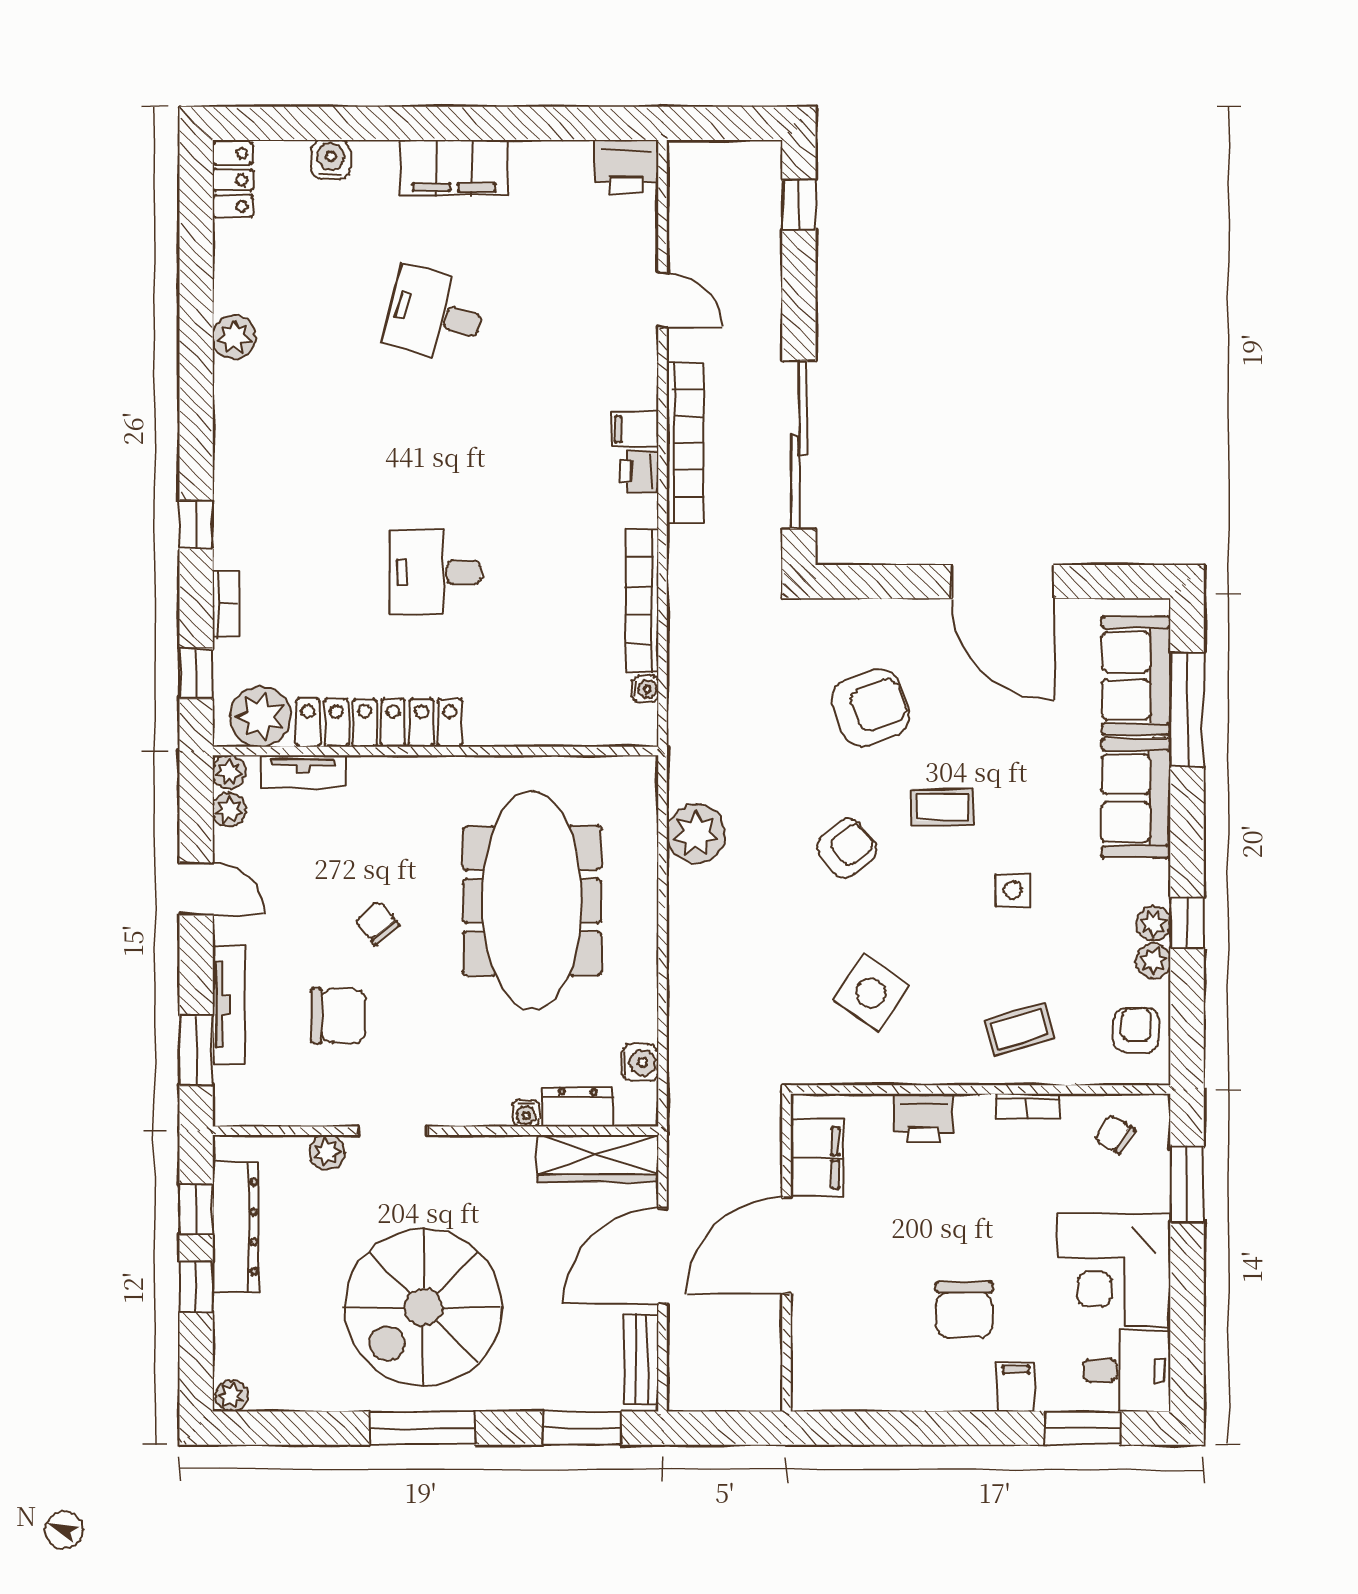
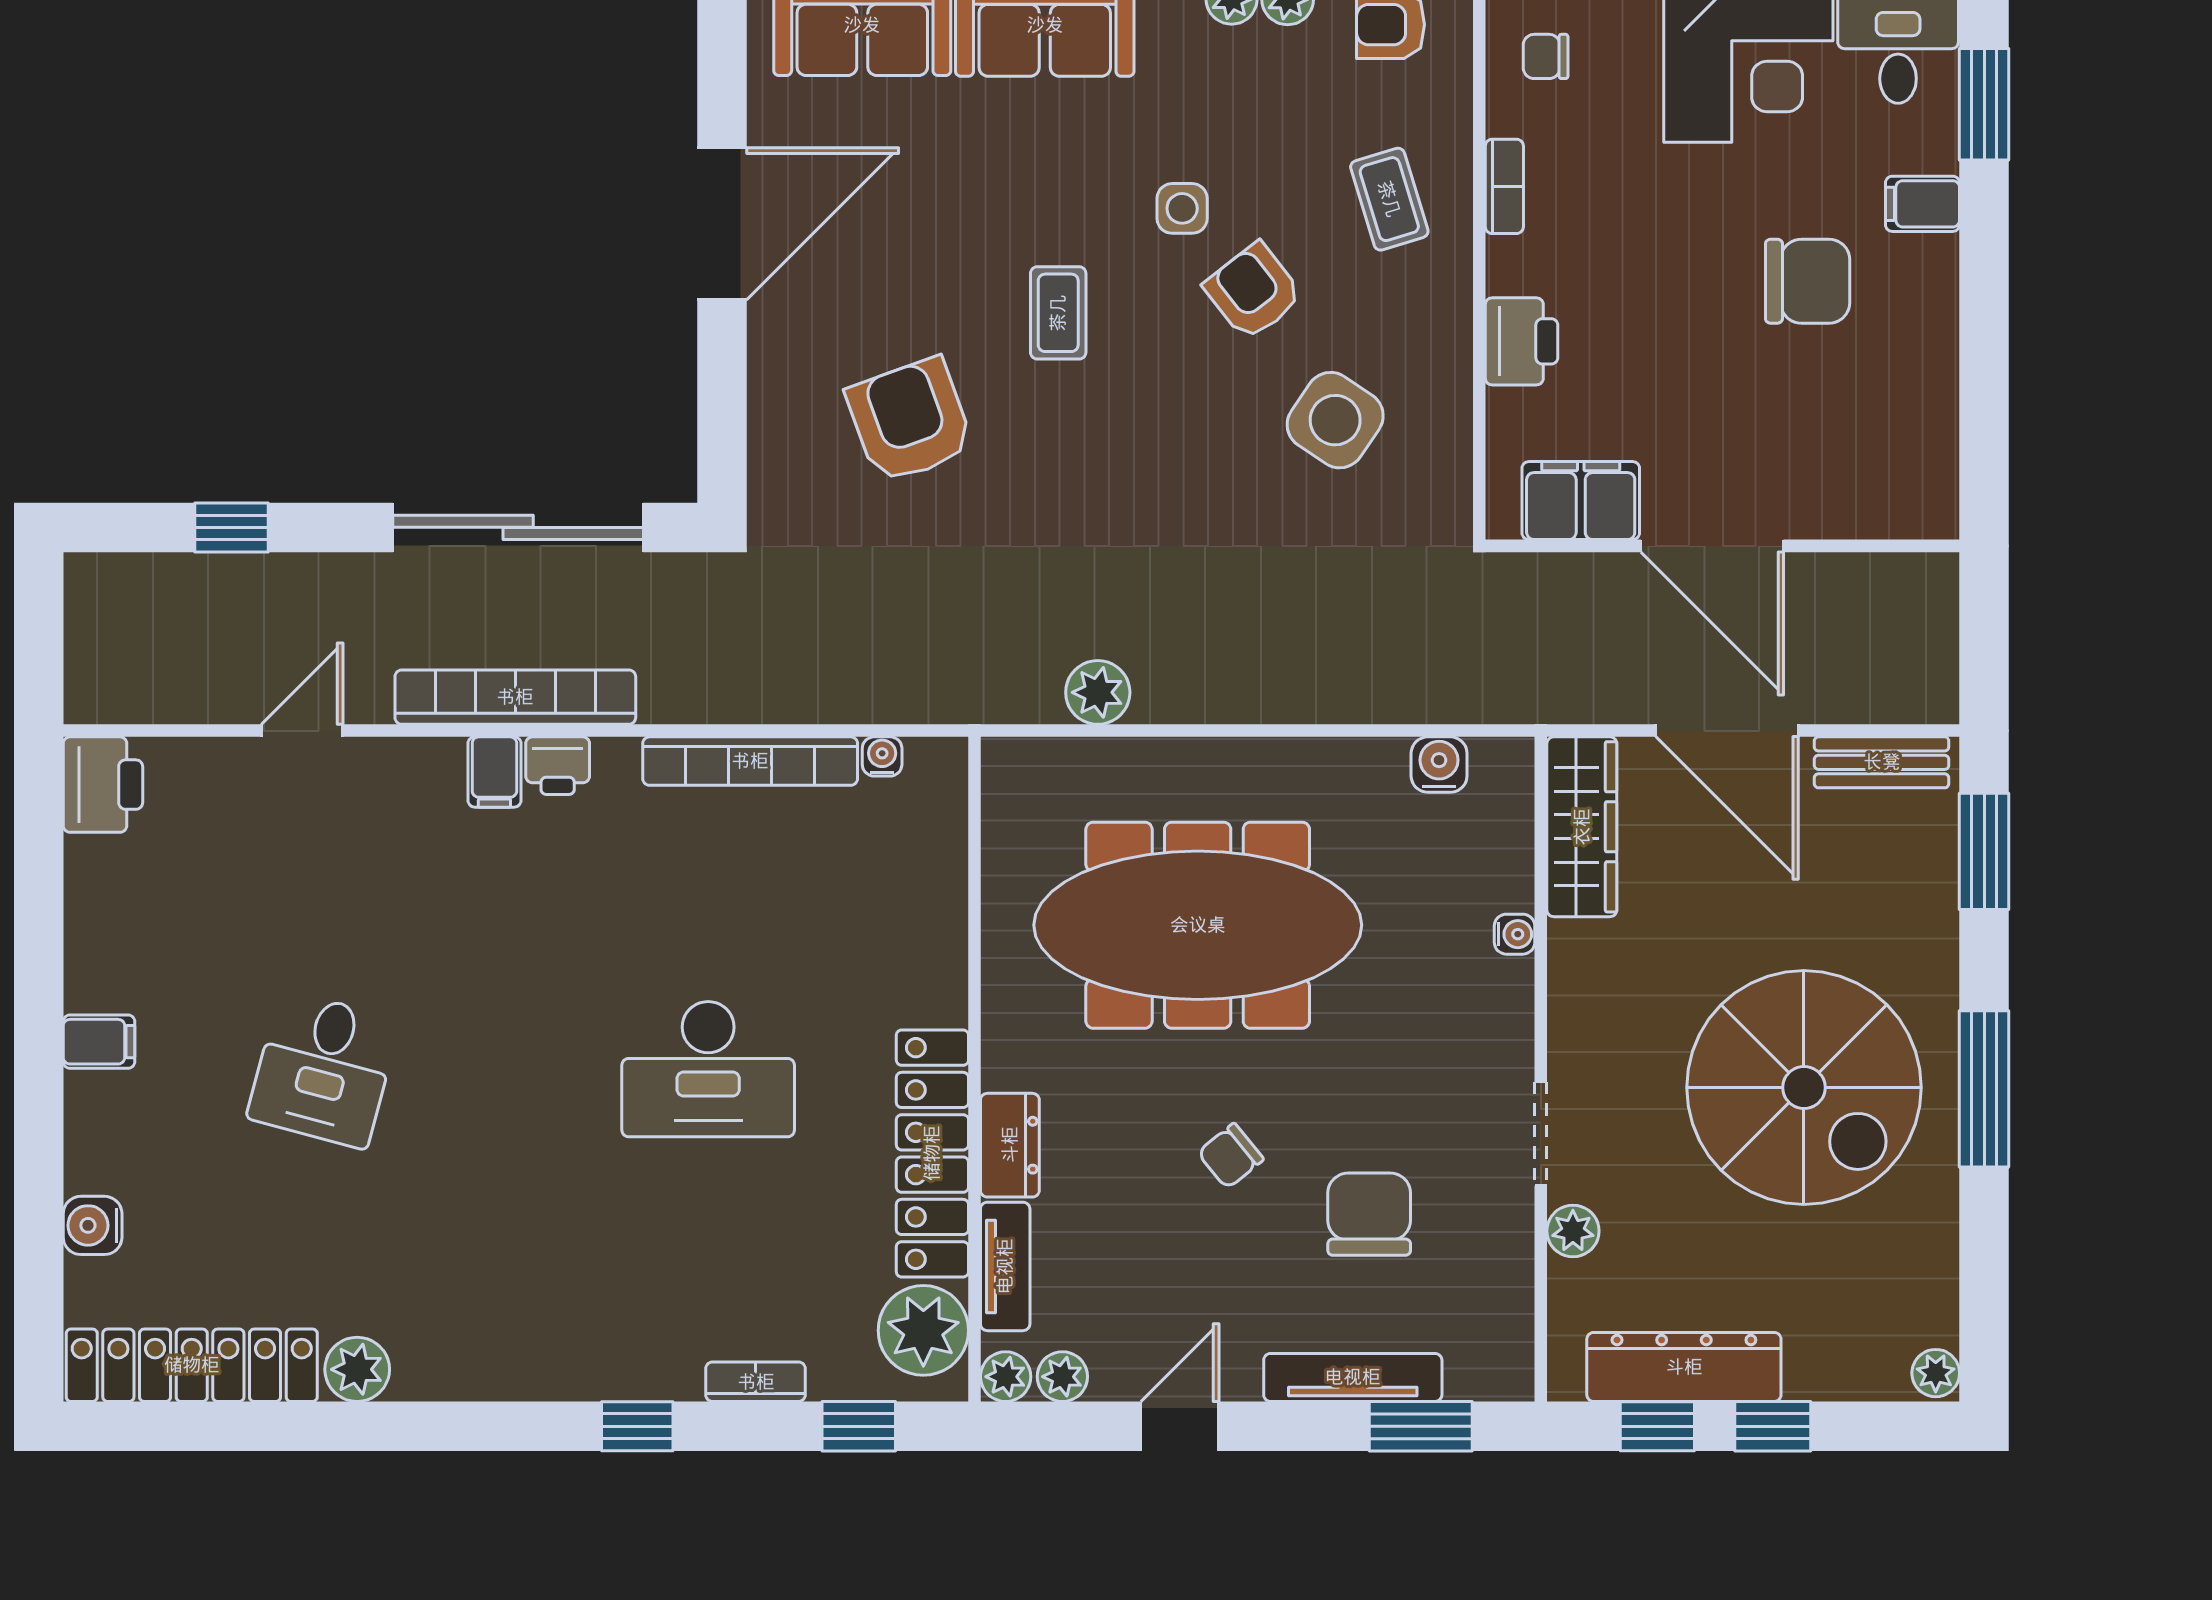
filing cabinet: (454, 168) -> (99, 1042), width x0.33, depth x0.86
locker: (233, 180) -> (192, 1365), width x2.16, depth x1.21
window: (799, 205) -> (232, 527), moved
desk: (436, 572) -> (708, 1069), width x1.37
plant: (696, 834) -> (1098, 692), width x0.73, depth x0.73
armchair: (847, 849) -> (1253, 291), moved
dresser: (578, 1107) -> (1010, 1145), moved, turned 180
chair: (1115, 1134) -> (1546, 56), turned 59

